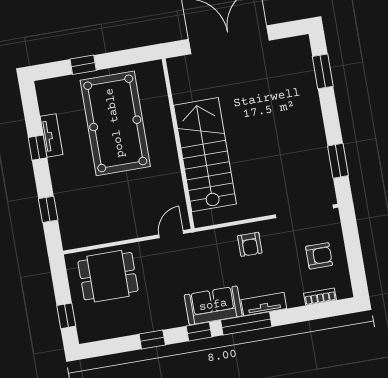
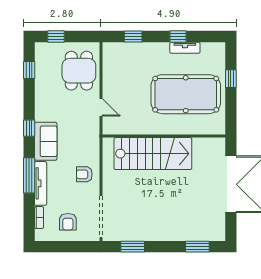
door: (171, 234) -> (101, 107), moved
tv unit: (264, 304) -> (41, 183), width x1.41
window: (246, 323) -> (29, 175), moved
window: (152, 339) -> (29, 70), moved

